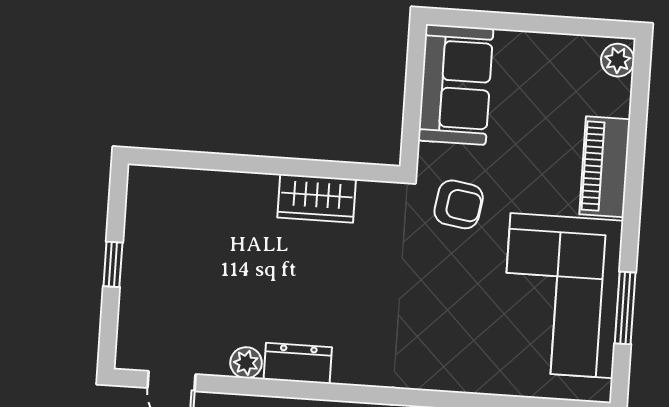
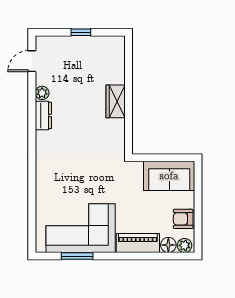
floor lamp: (614, 97) -> (168, 245), added
wardrobe: (317, 198) -> (116, 101), moved
armchair: (459, 204) -> (183, 219), moved, turned 81

